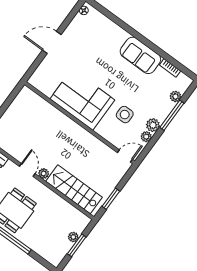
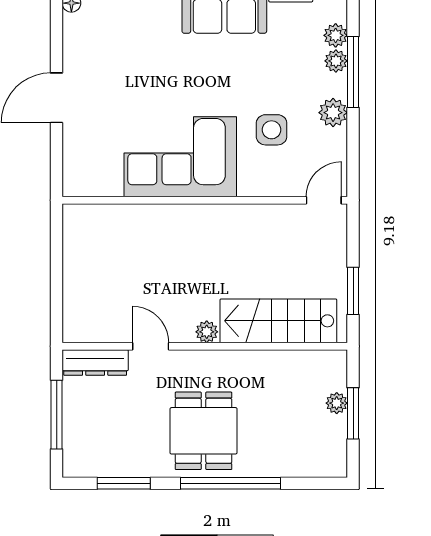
plant: (146, 137) -> (336, 61), moved
door: (27, 170) -> (151, 346), moved

